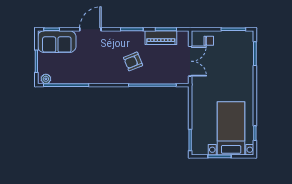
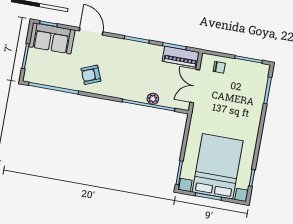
door: (90, 29) -> (91, 31), hinge flipped
piano: (161, 38) -> (181, 57), moved
armchair: (133, 61) -> (91, 75), moved
double door: (190, 61) -> (195, 86), swing flipped
plant: (46, 79) -> (153, 99), moved
bed with nightstands: (231, 128) -> (218, 166), width x1.36

